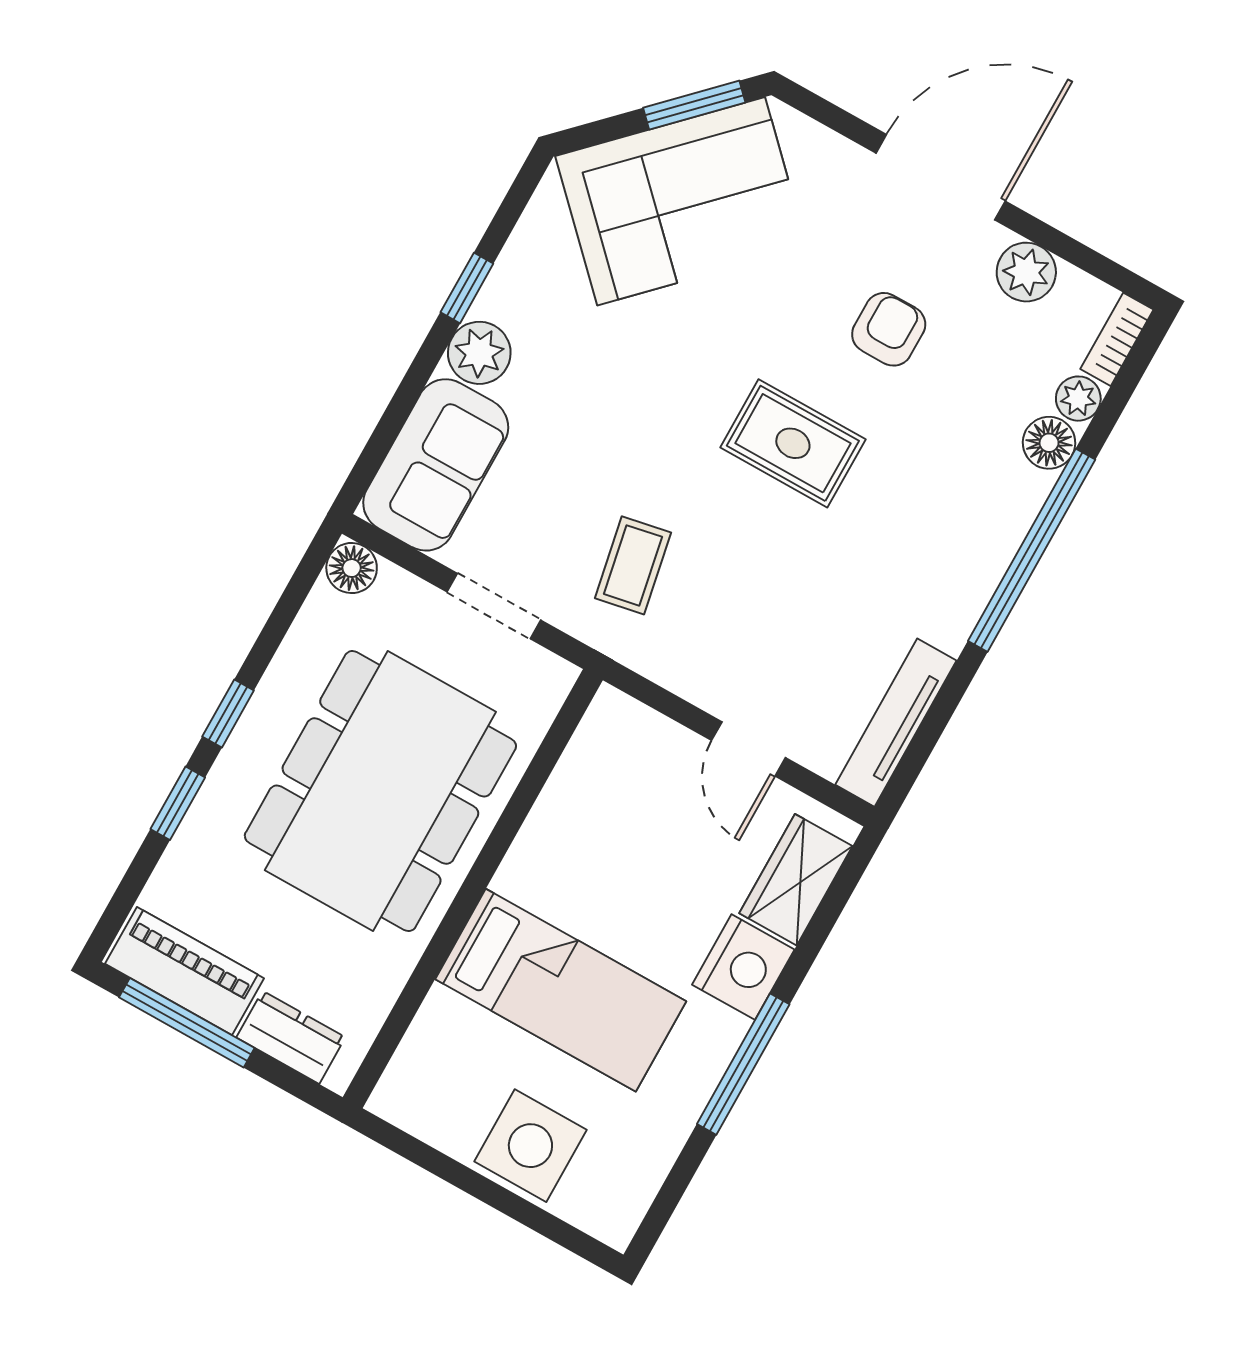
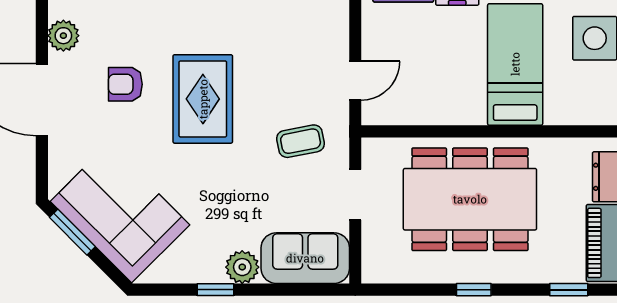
rug: (793, 443) -> (203, 99), width x1.36, depth x1.43
floor lamp: (352, 568) -> (375, 270), removed
door: (749, 749) -> (355, 81), moved
window: (178, 803) -> (569, 290), moved

